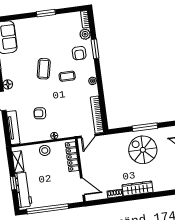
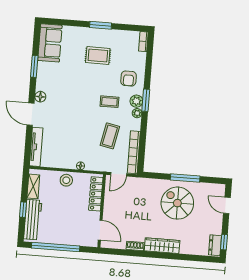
plant: (85, 34) -> (136, 101), moved
rug: (49, 39) -> (98, 55), added
window: (95, 49) -> (146, 100), moved
coffee table: (44, 69) -> (110, 136), moved
armchair: (40, 113) -> (70, 137), removed

